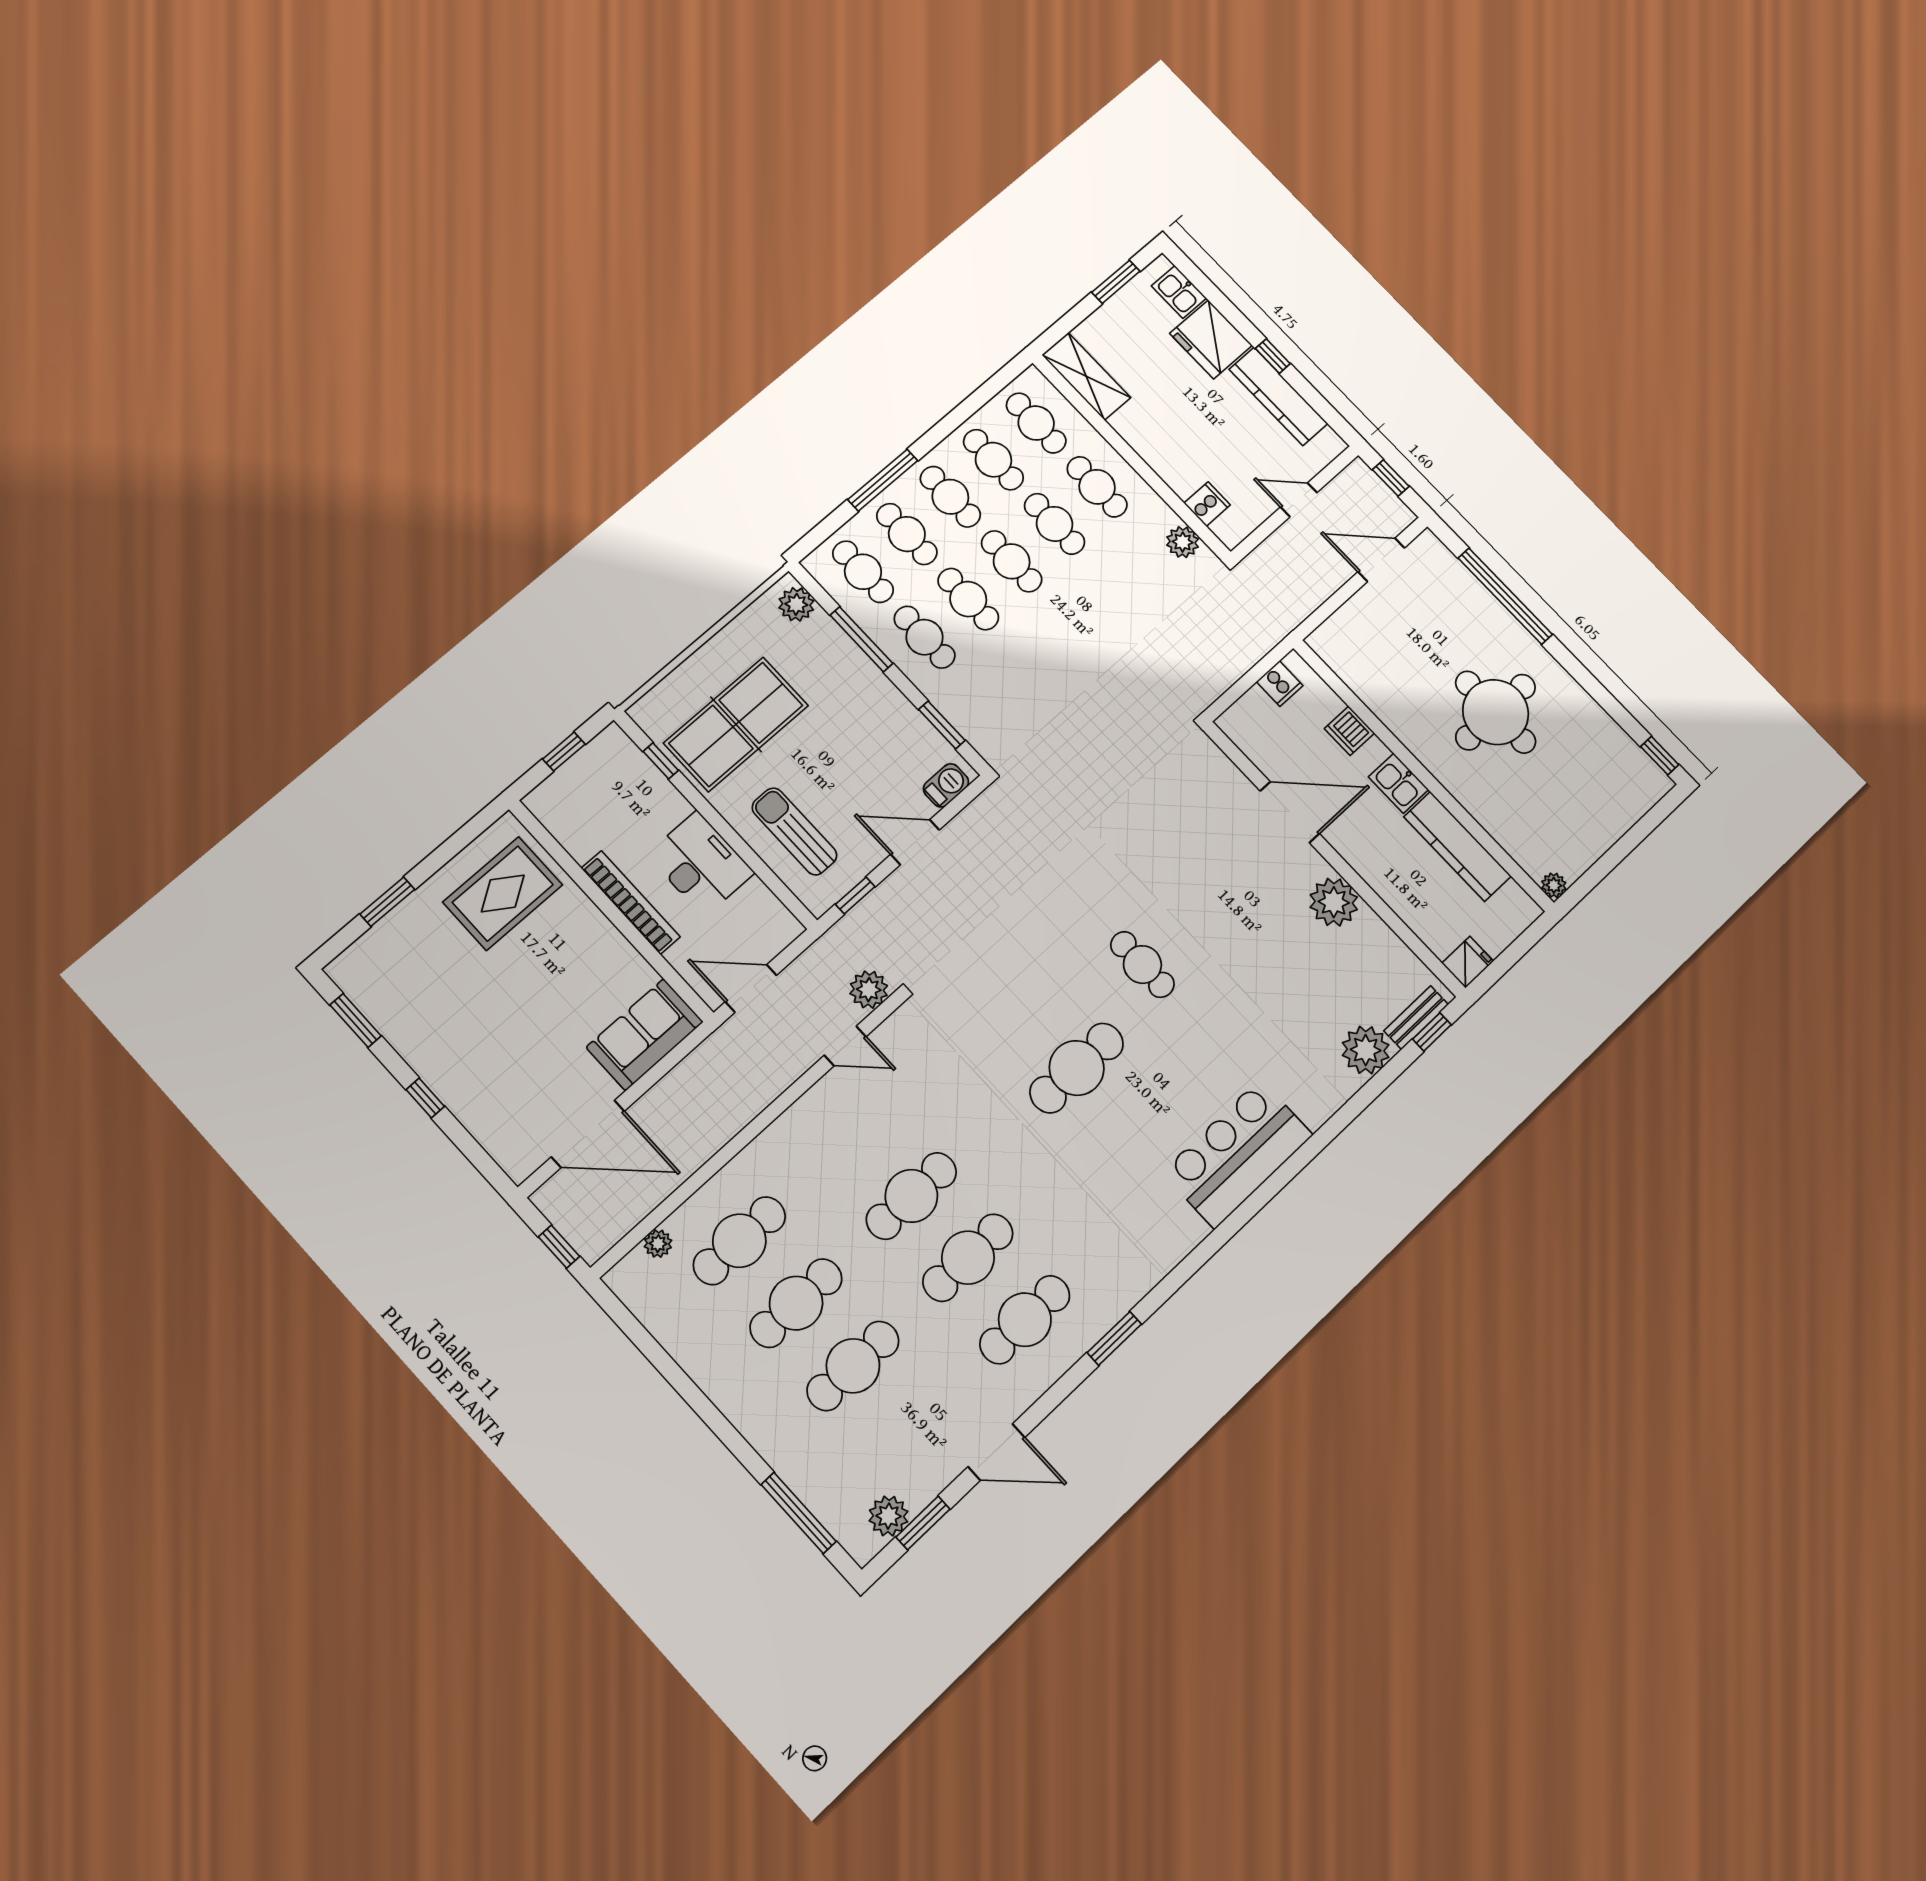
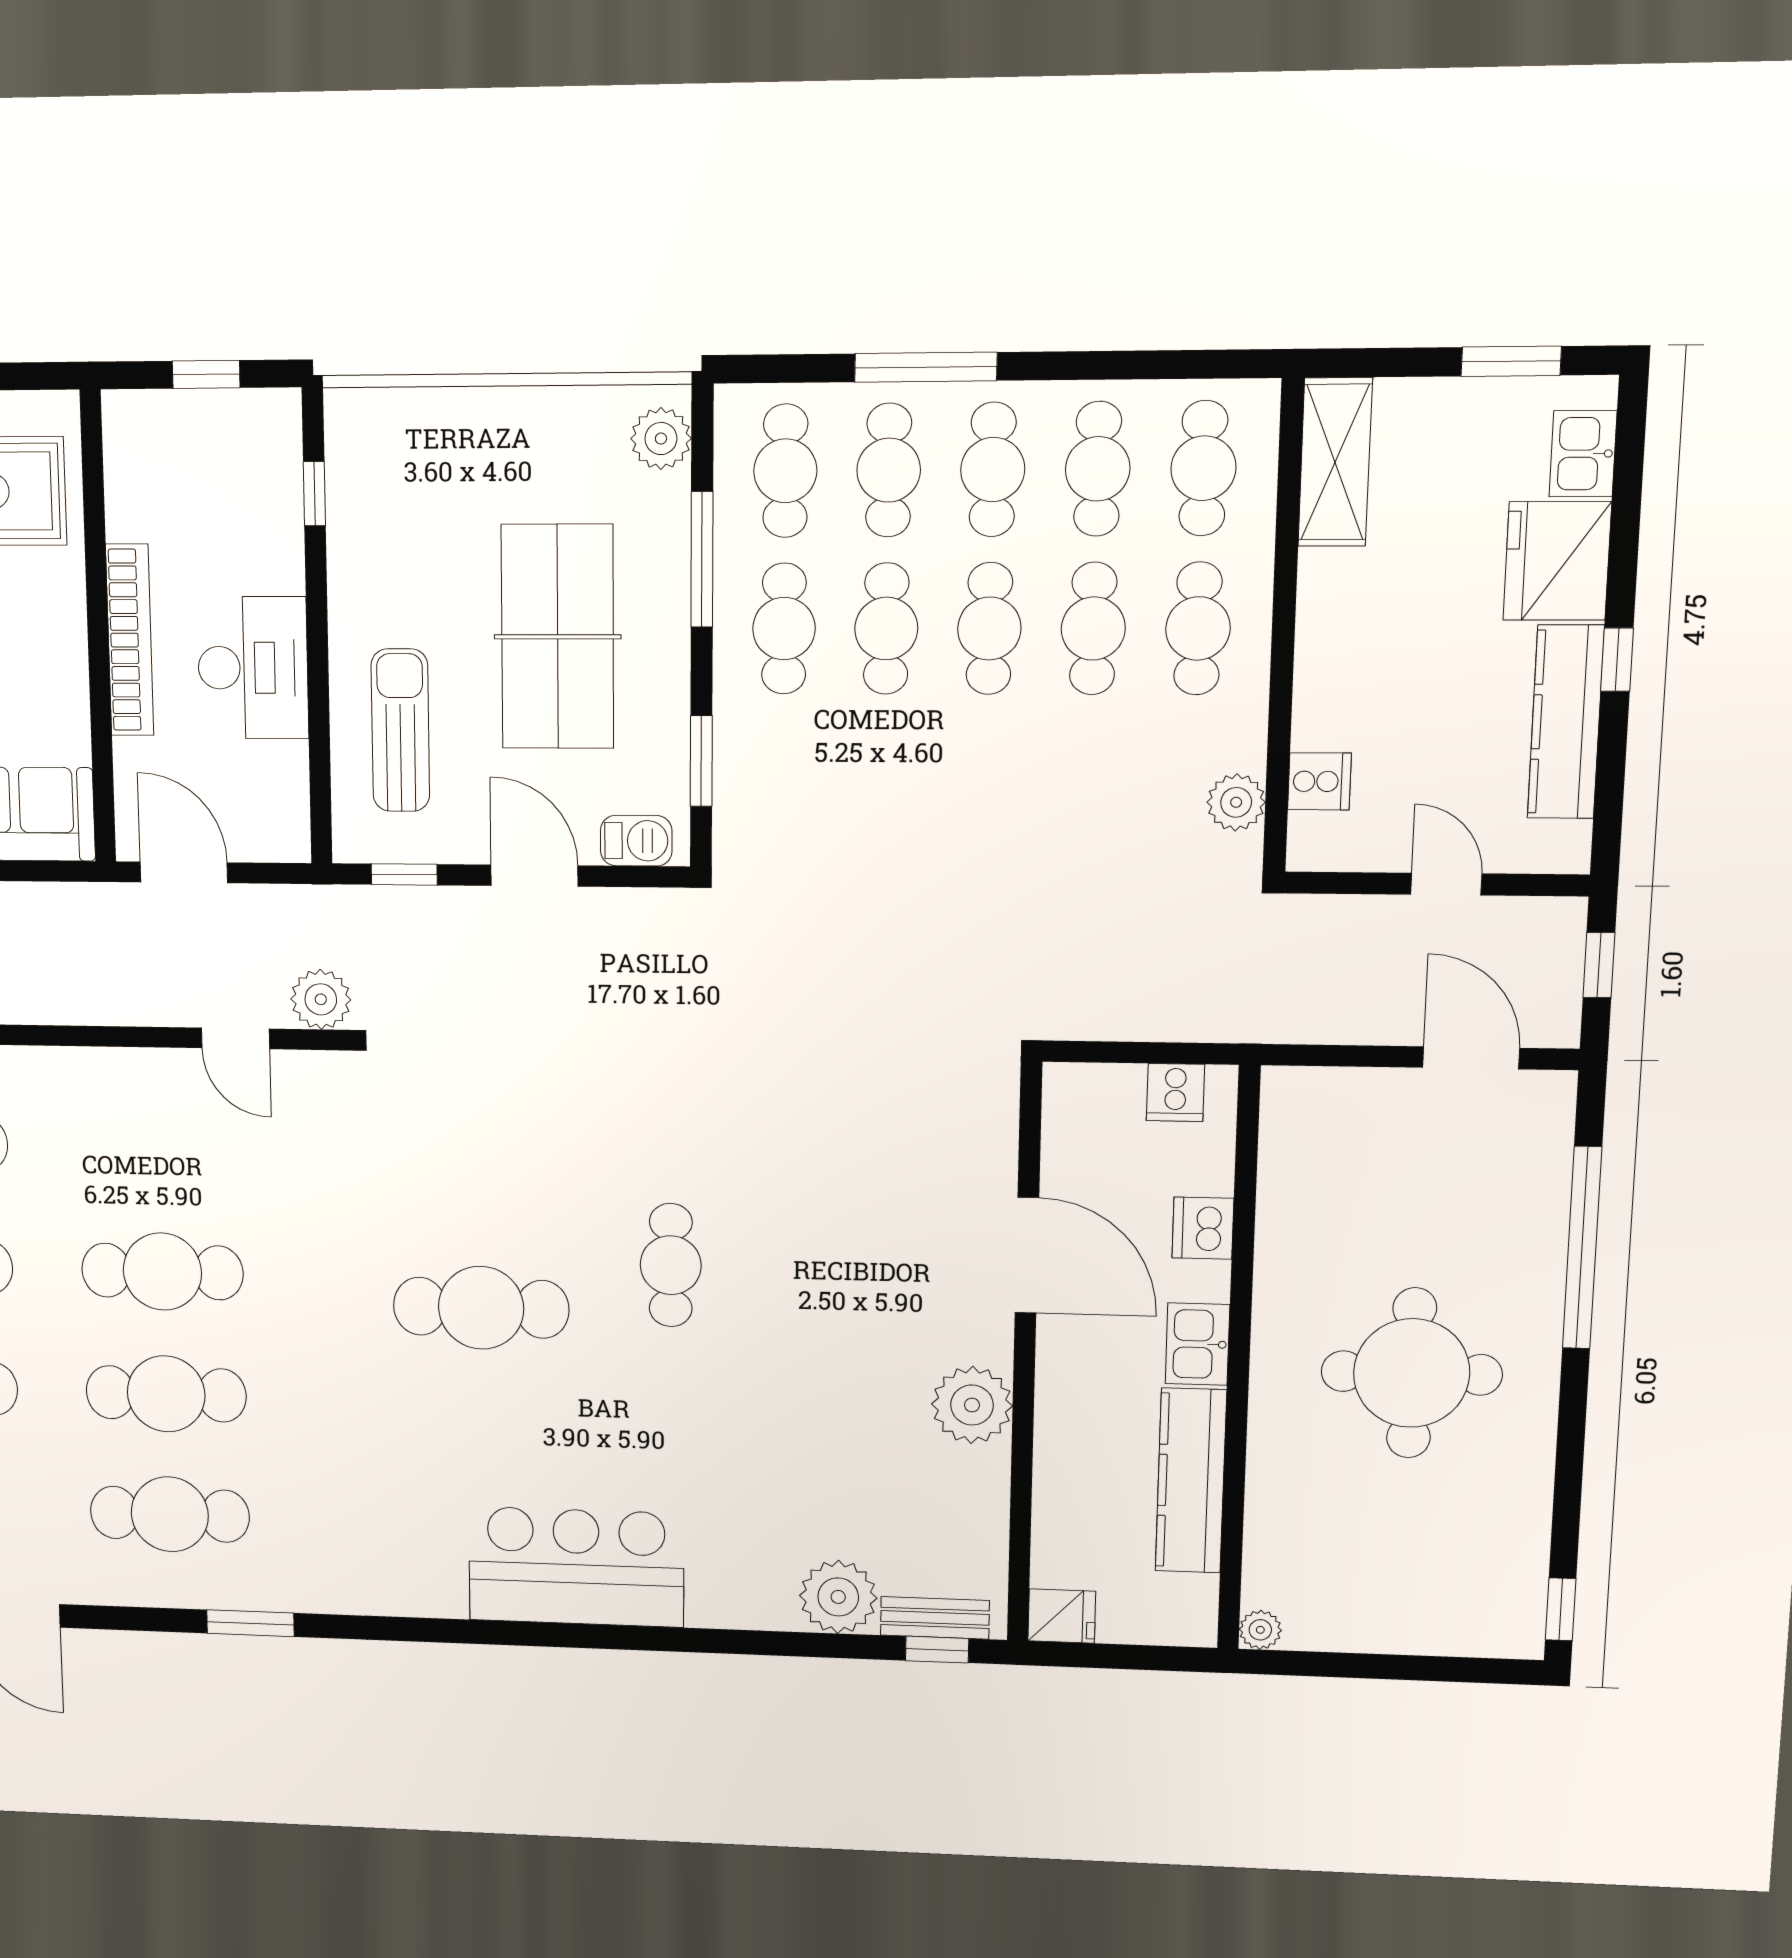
table tennis table: (736, 724) -> (557, 637), moved, turned 90

